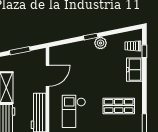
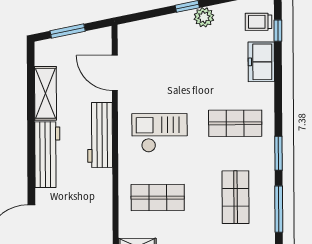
door: (48, 76) -> (115, 73), swing flipped
checkout: (74, 111) -> (160, 133), turned 90

